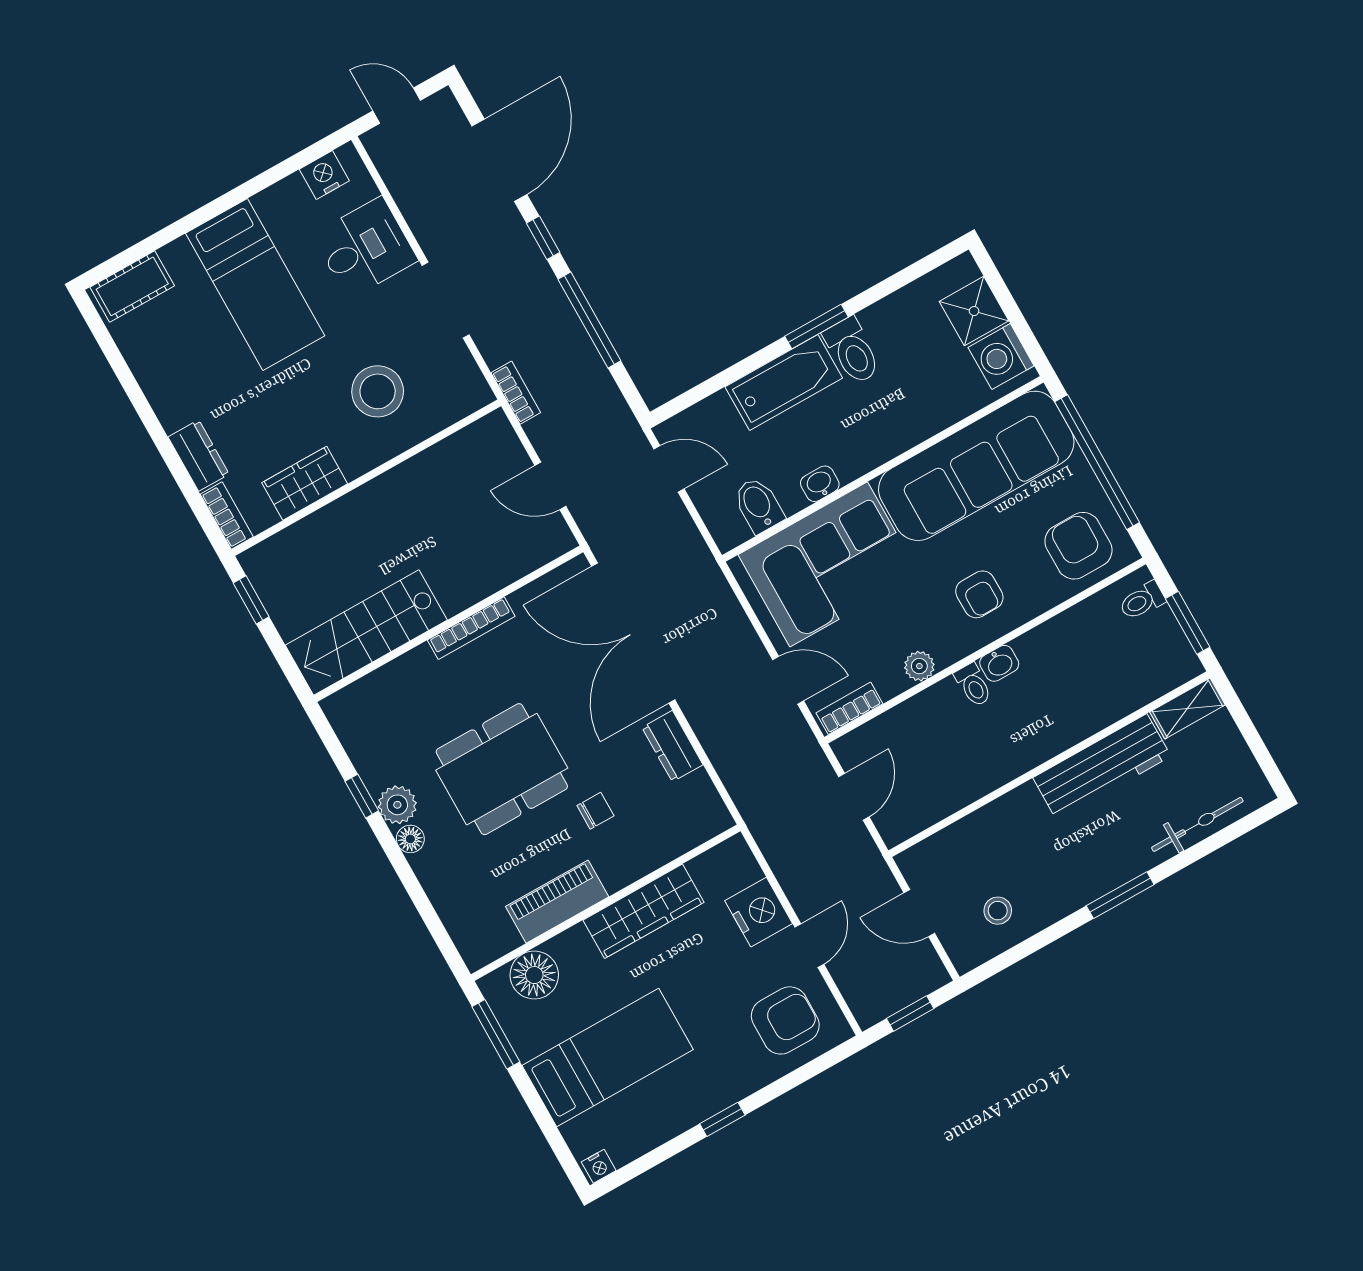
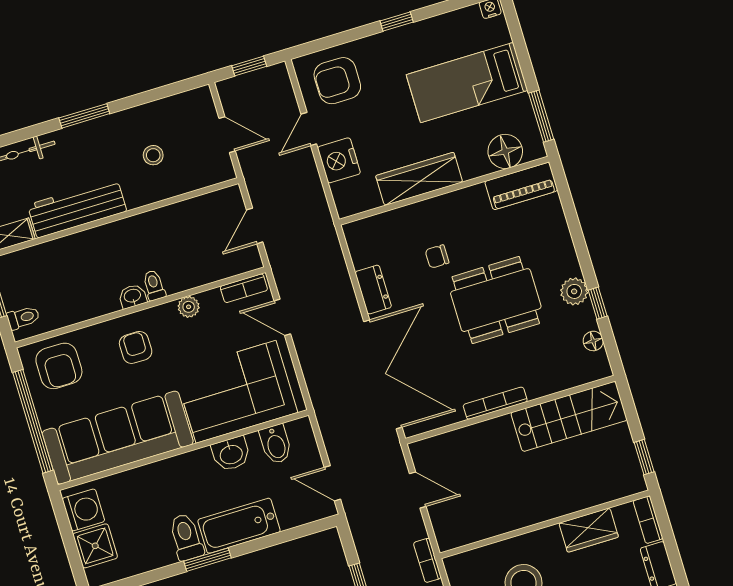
washbasin: (820, 484) -> (231, 454), width x1.38, depth x1.45
floor lamp: (410, 839) -> (593, 341), moved
piano: (557, 902) -> (521, 186), moved
stool: (998, 911) -> (153, 155), moved

